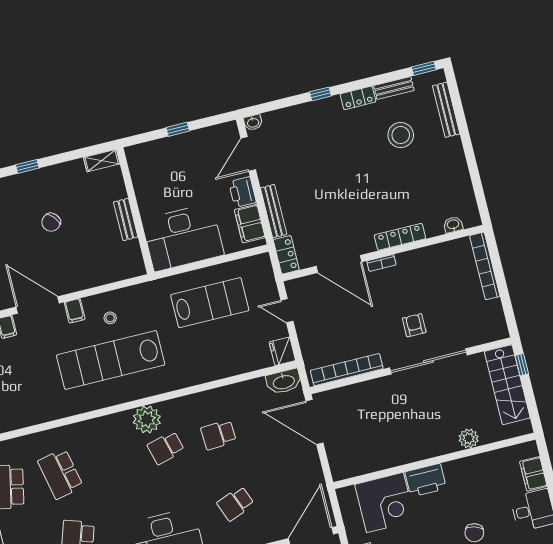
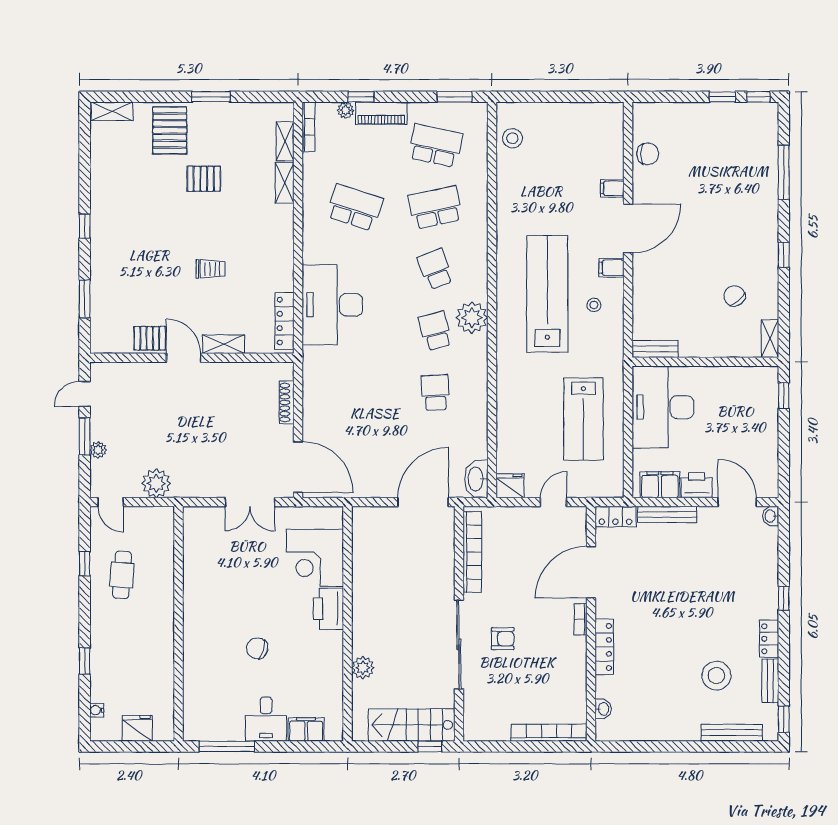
window: (178, 129) -> (784, 396), moved
bench: (126, 219) -> (655, 349), moved
chair: (51, 222) -> (734, 296), moved
school desk: (235, 504) -> (435, 269), moved

